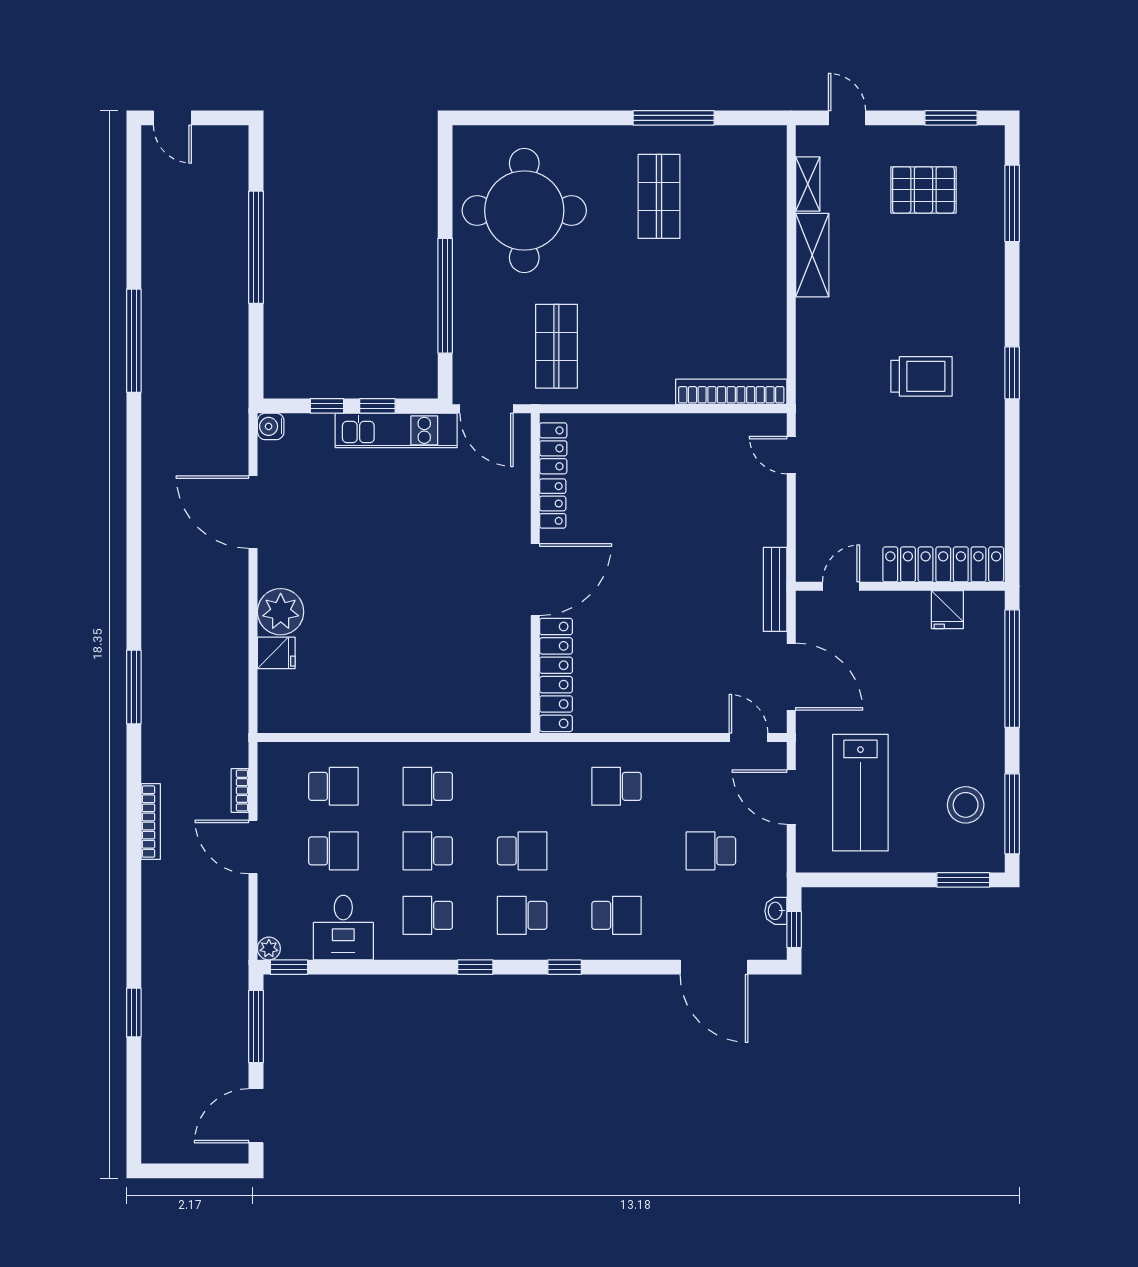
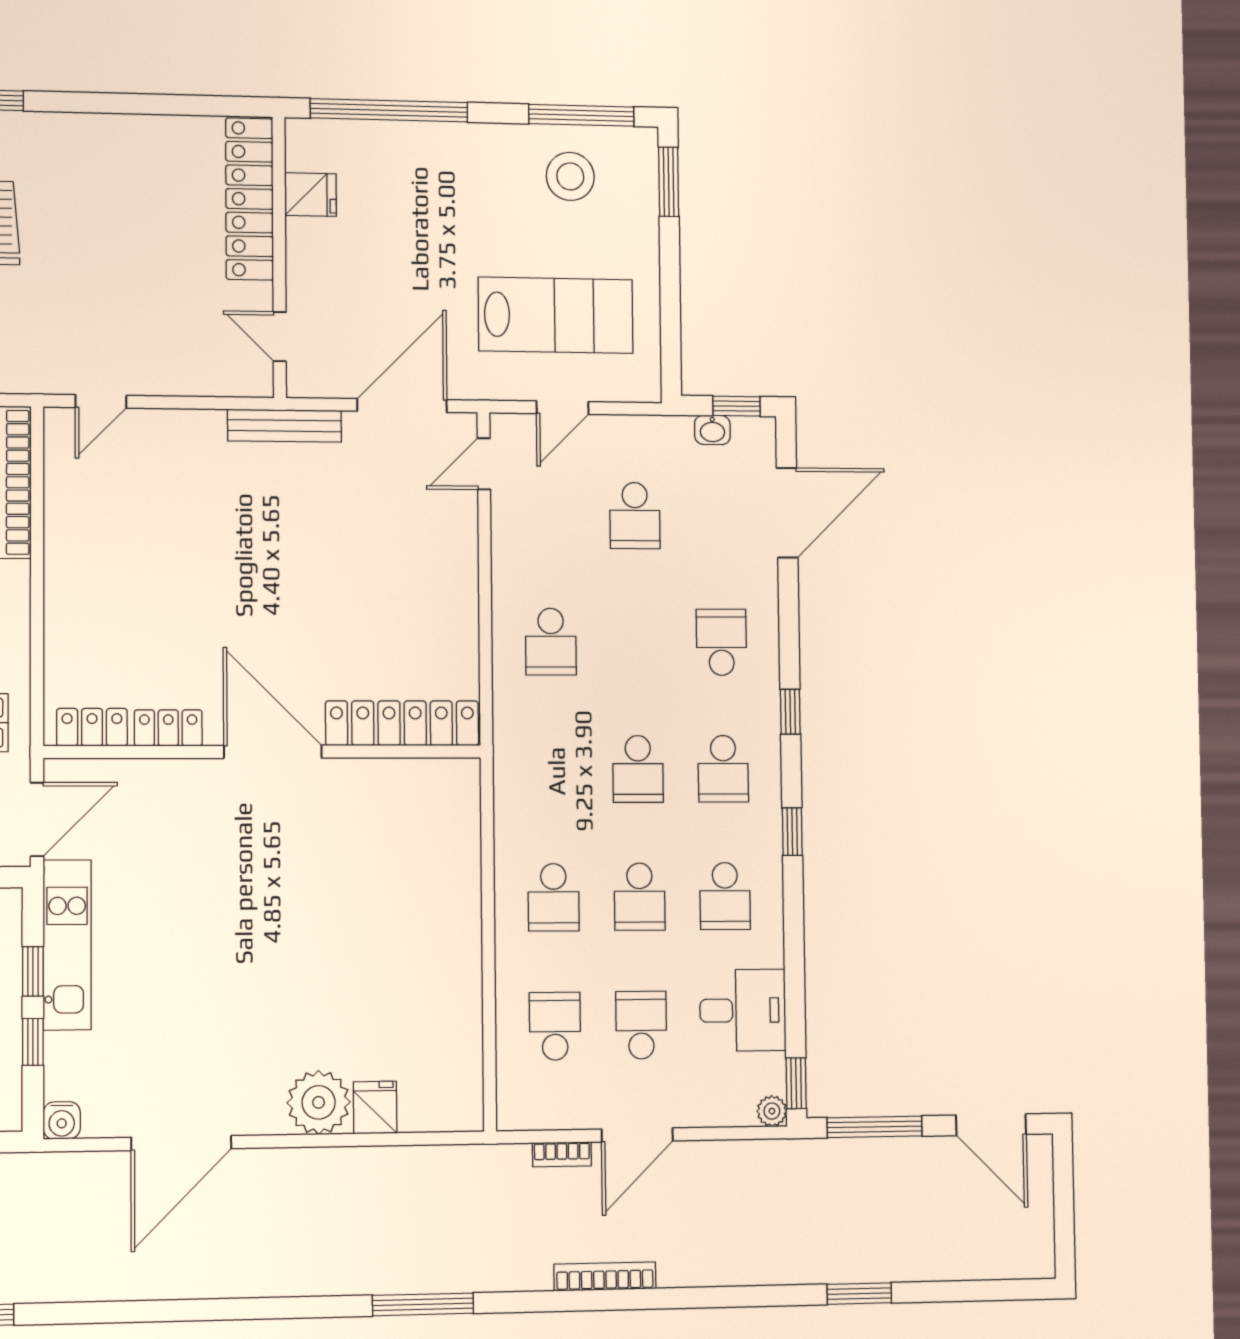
door: (791, 797) -> (563, 408), width x0.73
school desk: (522, 851) -> (638, 769), turned 180

